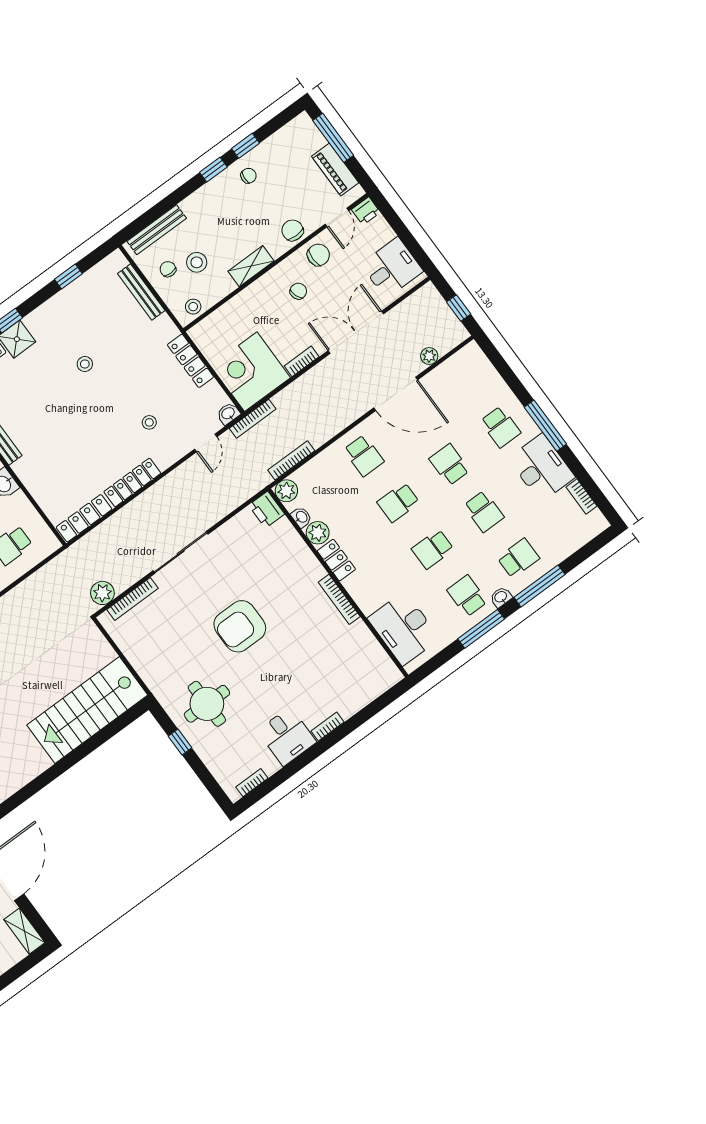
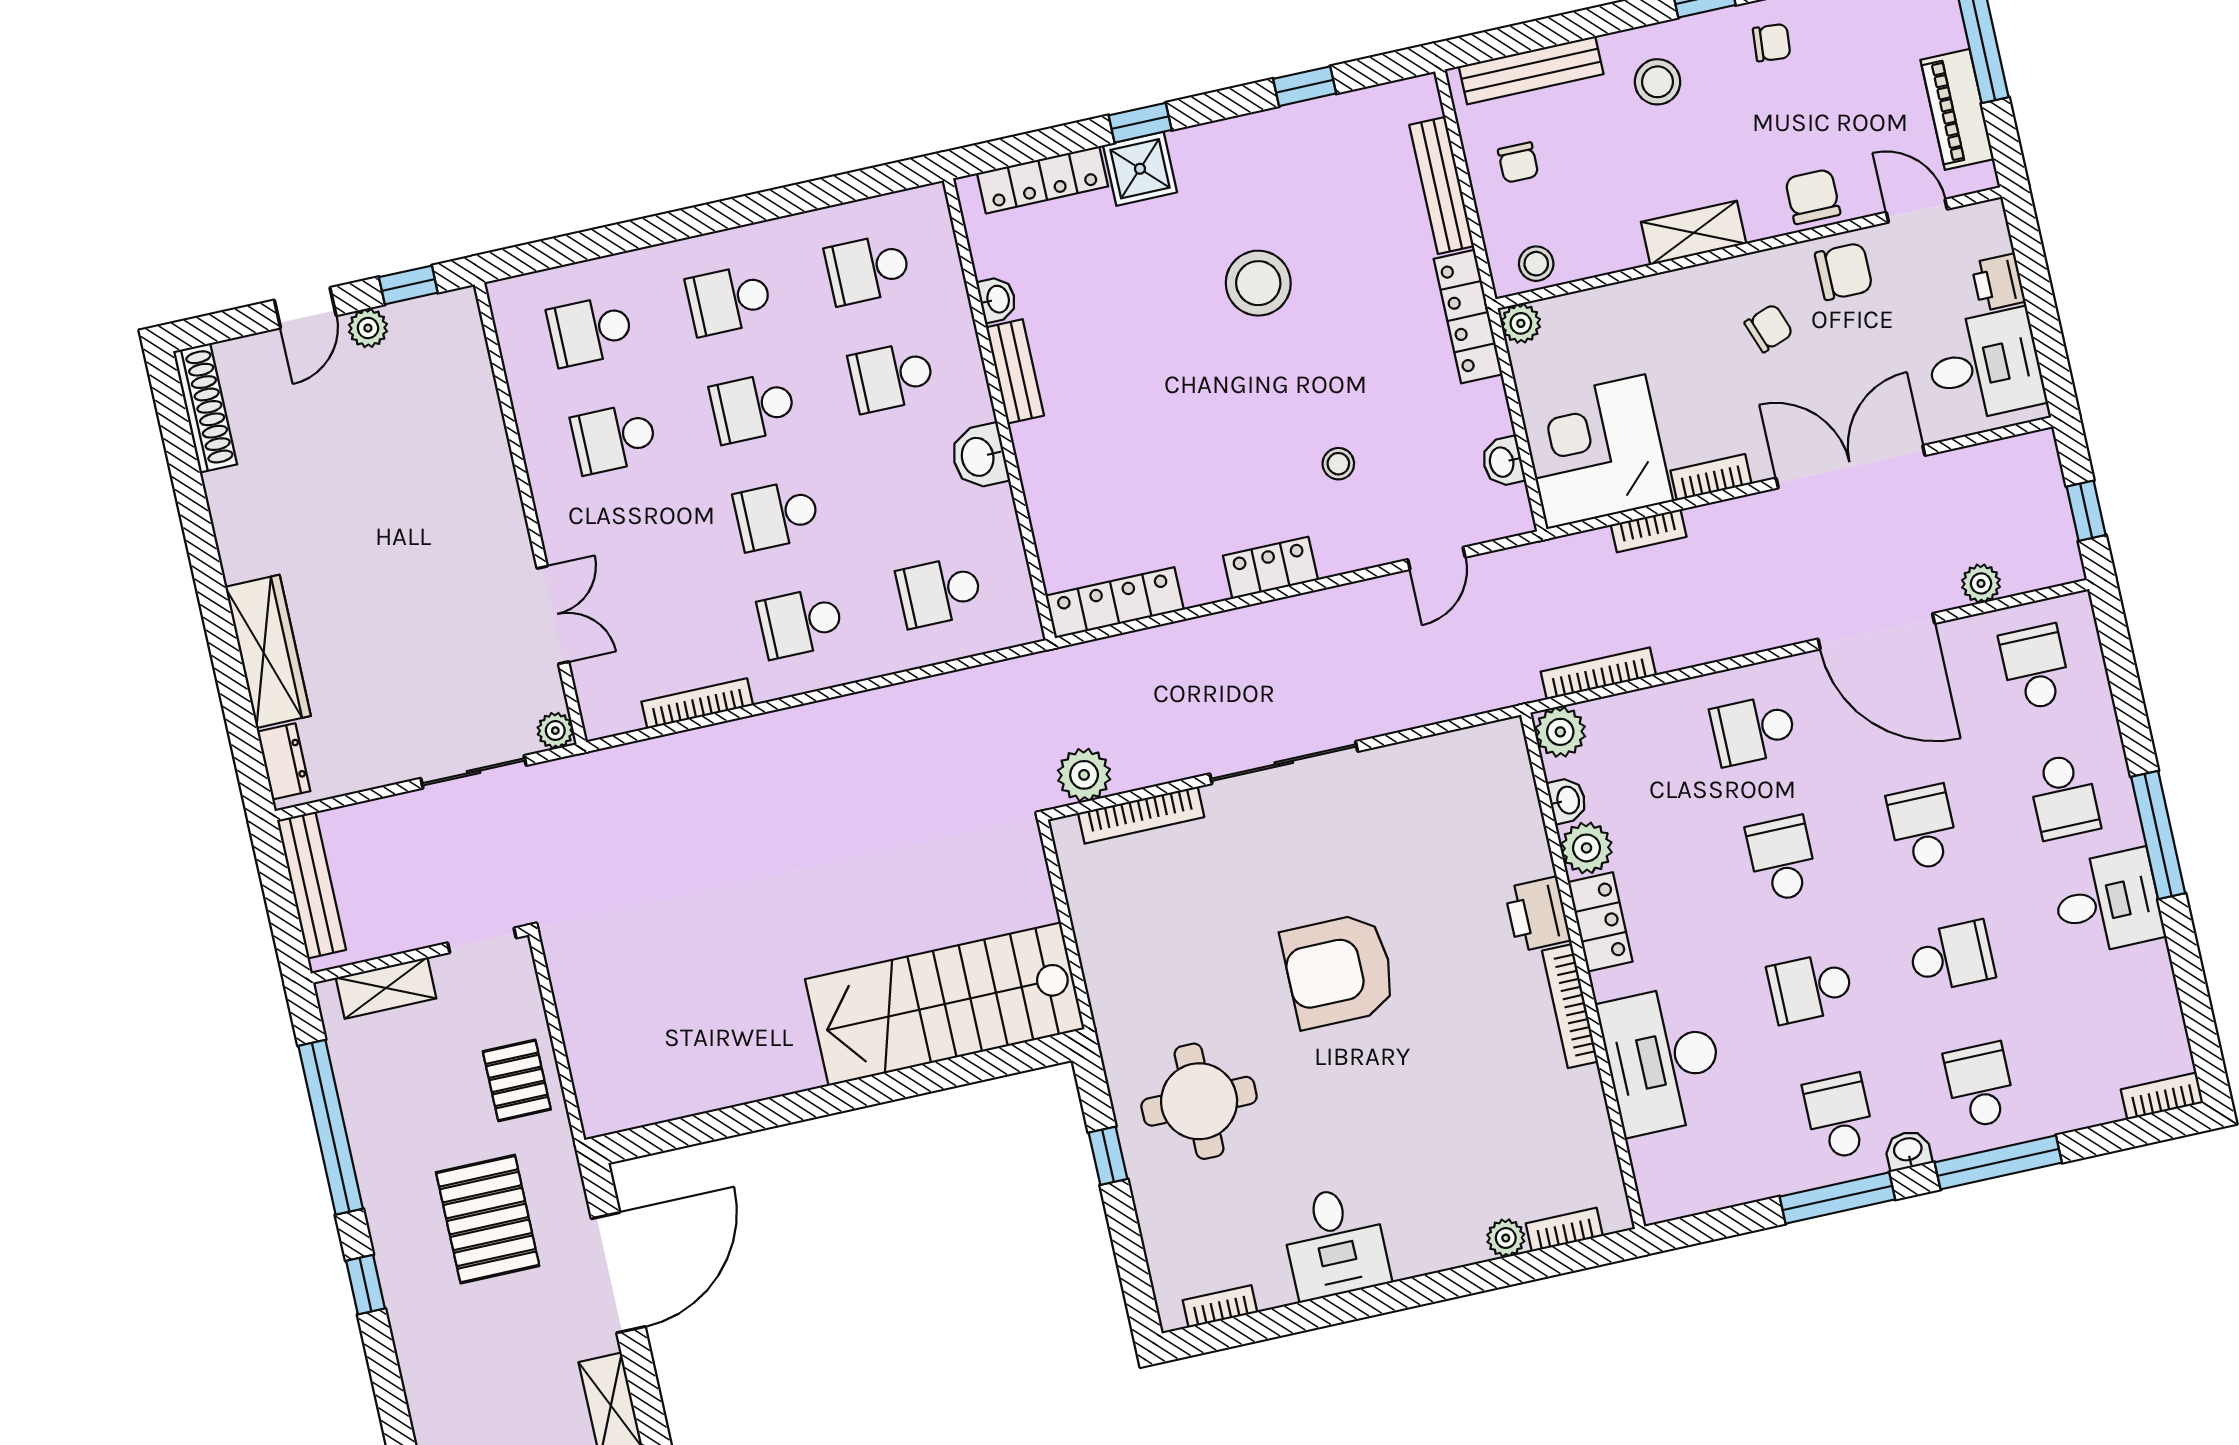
printer: (366, 211) -> (1998, 282), moved, turned 90
door: (337, 217) -> (1917, 211), swing flipped
stool: (197, 262) -> (1657, 82), moved
chair: (168, 269) -> (1518, 163), turned 180
plant: (198, 333) -> (1521, 323), added
locker: (191, 361) -> (1468, 317), moved
stool: (85, 364) -> (1258, 283), width x1.89, depth x1.89
school desk: (466, 380) -> (2035, 668), added
washbasin: (228, 414) -> (1503, 462), moved, turned -90
bookcase: (253, 419) -> (1649, 531), moved, width x0.64
school desk: (364, 456) -> (1753, 730), turned 90
desk: (541, 468) -> (2107, 902), width x0.73
locker: (132, 482) -> (1270, 568), width x0.66
bookcase: (581, 496) -> (2162, 1096), moved, turned 90
school desk: (398, 502) -> (1782, 859), turned 90
printer: (267, 510) -> (1537, 914), moved
school desk: (484, 511) -> (1951, 957), turned -90
school desk: (518, 558) -> (1980, 1085), turned -90
desk: (404, 628) -> (1663, 1060), moved
plant: (355, 704) -> (1506, 1238), added
bookcase: (328, 727) -> (1564, 1230), moved

